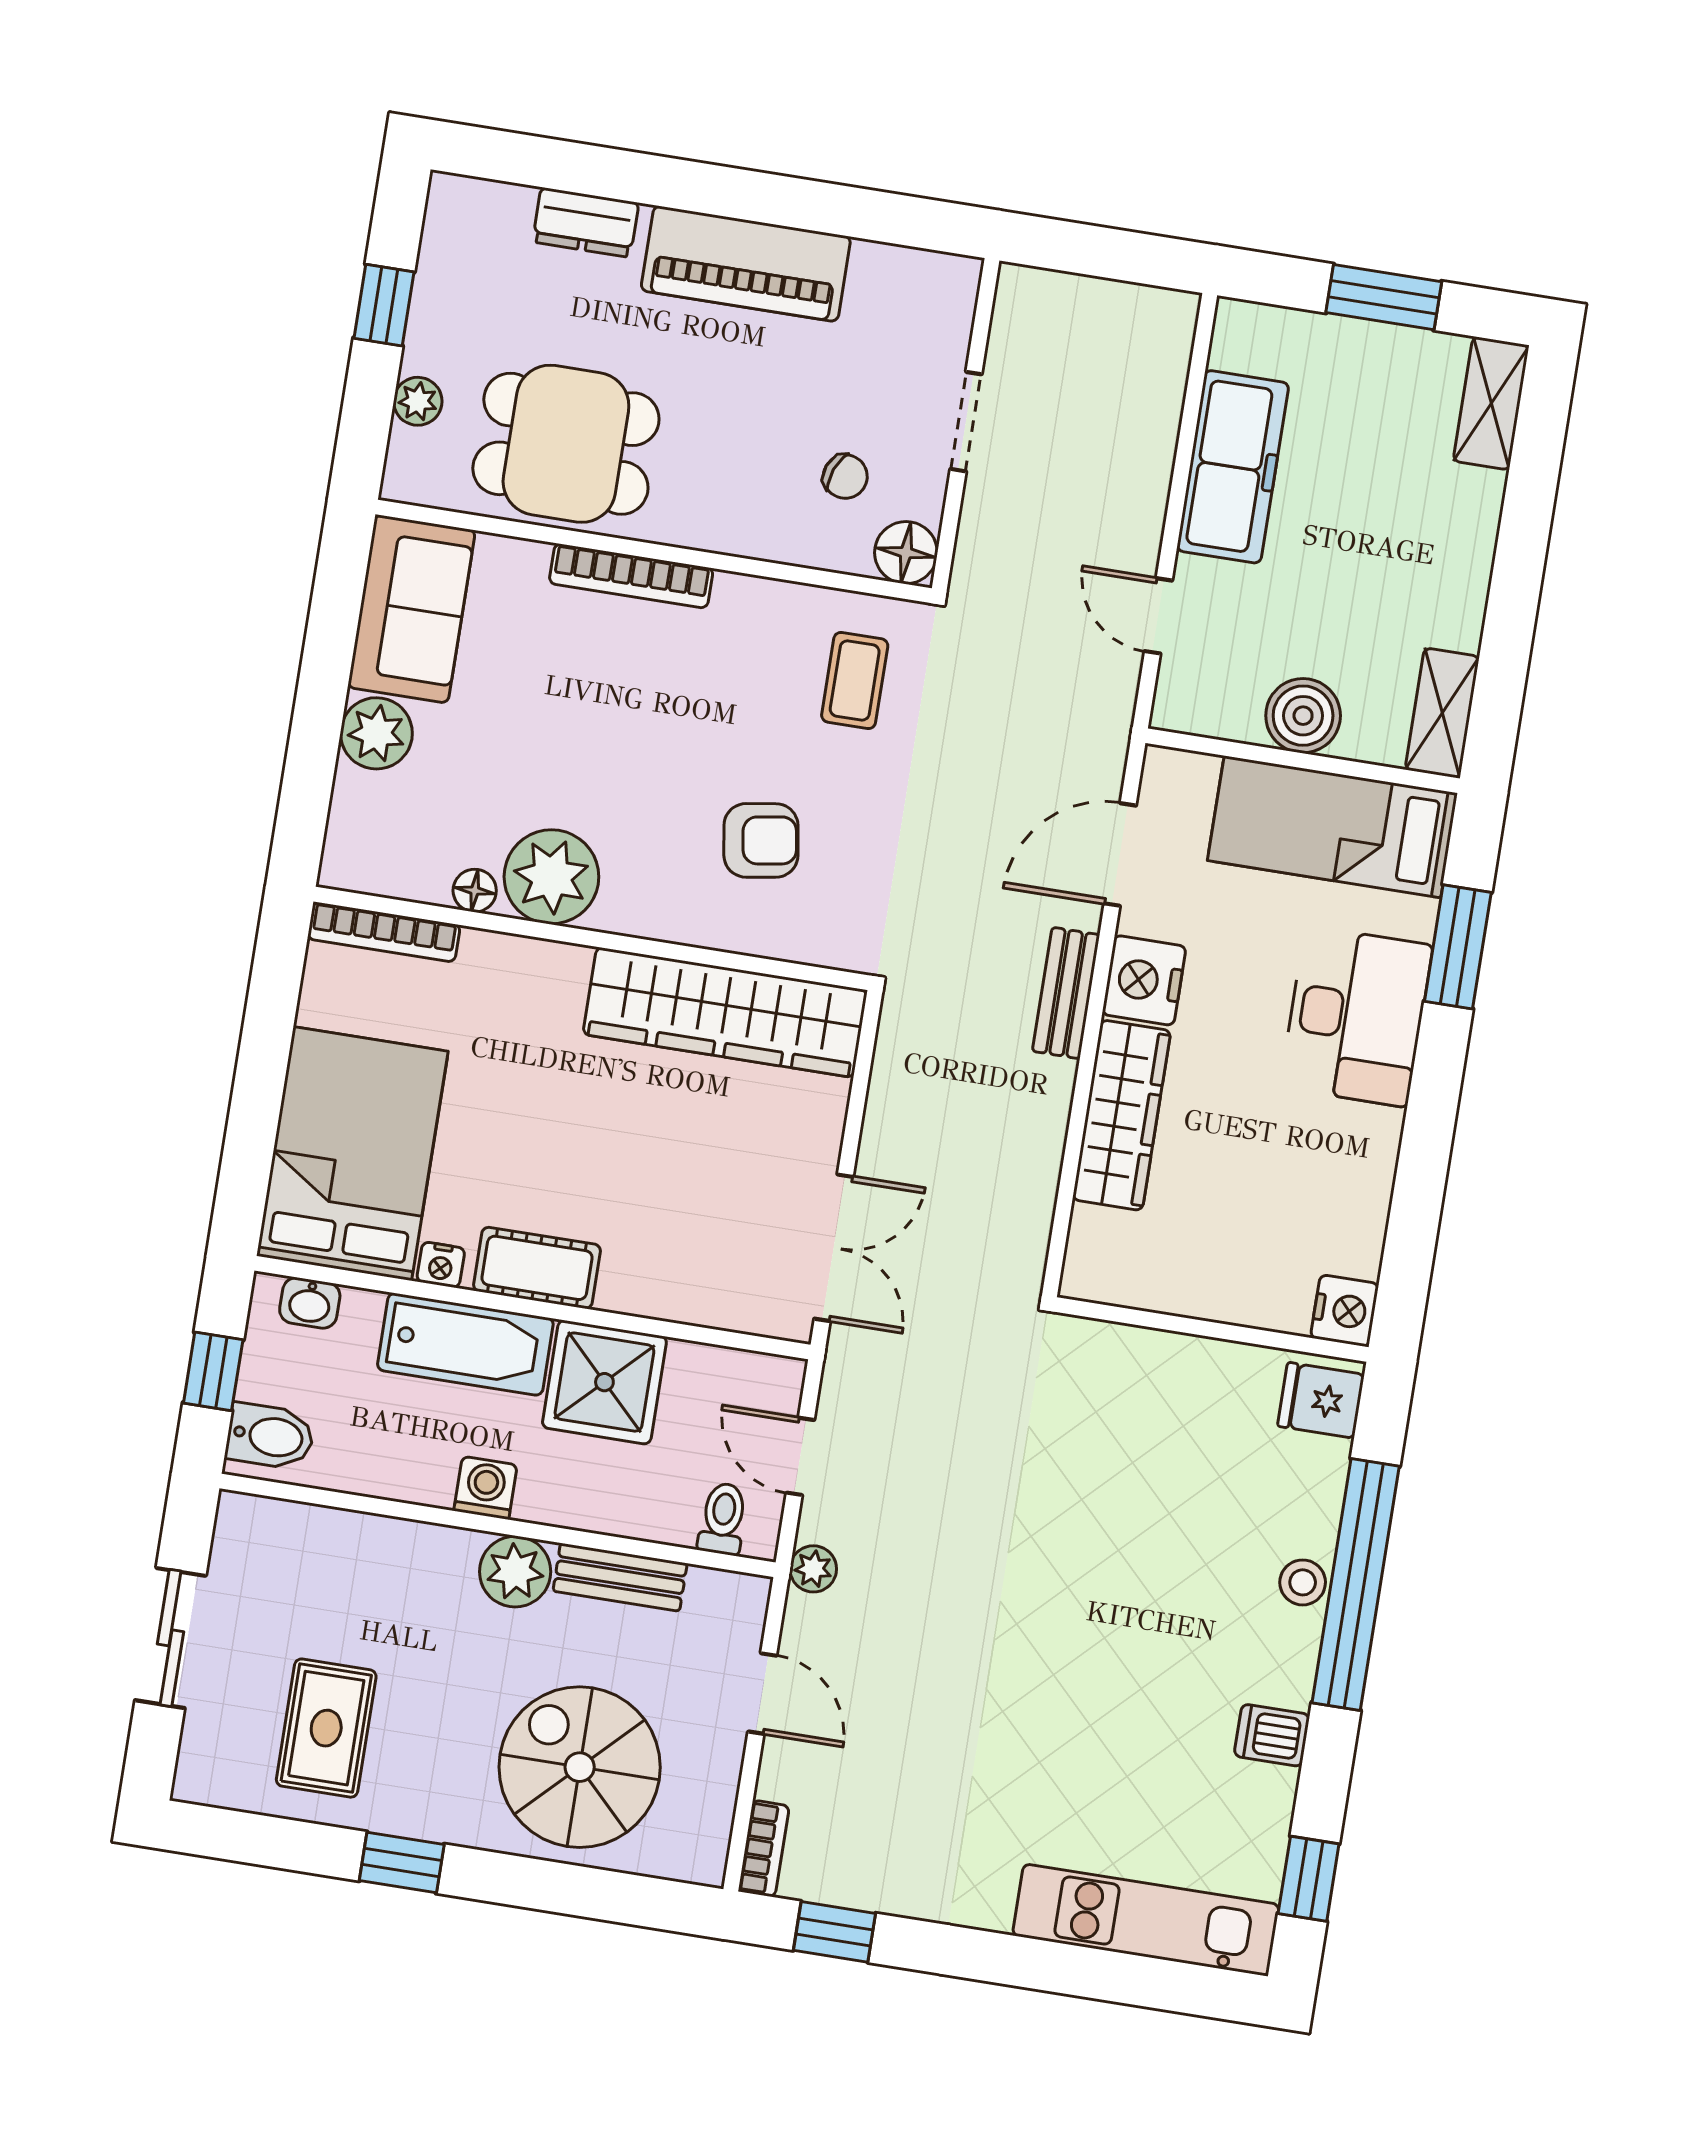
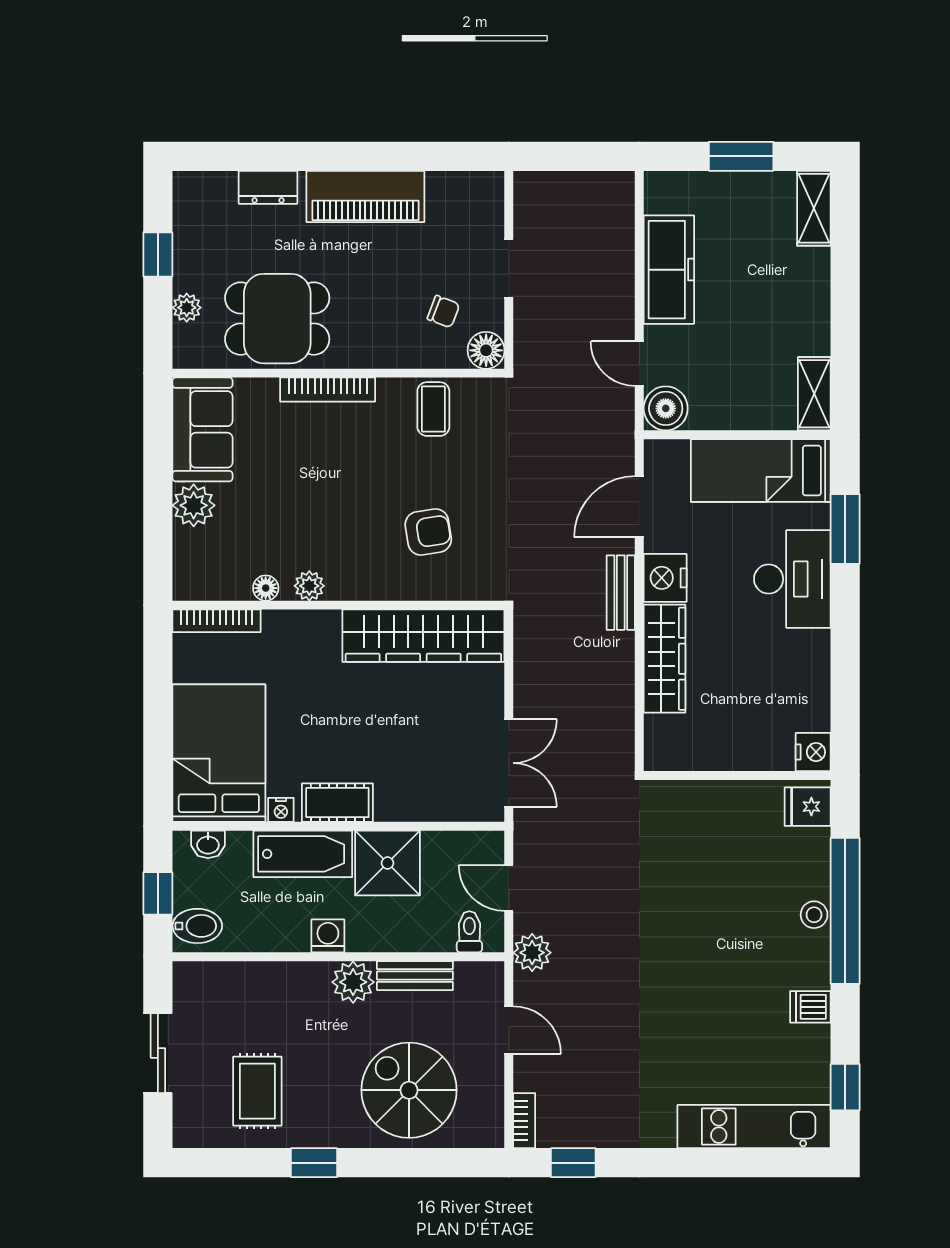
coffee table: (855, 680) -> (433, 409), moved
boiler: (1303, 716) -> (666, 408), moved
plant: (551, 877) -> (309, 586), width x0.53, depth x0.53
plant: (813, 1569) -> (532, 953), width x1.38, depth x1.38

